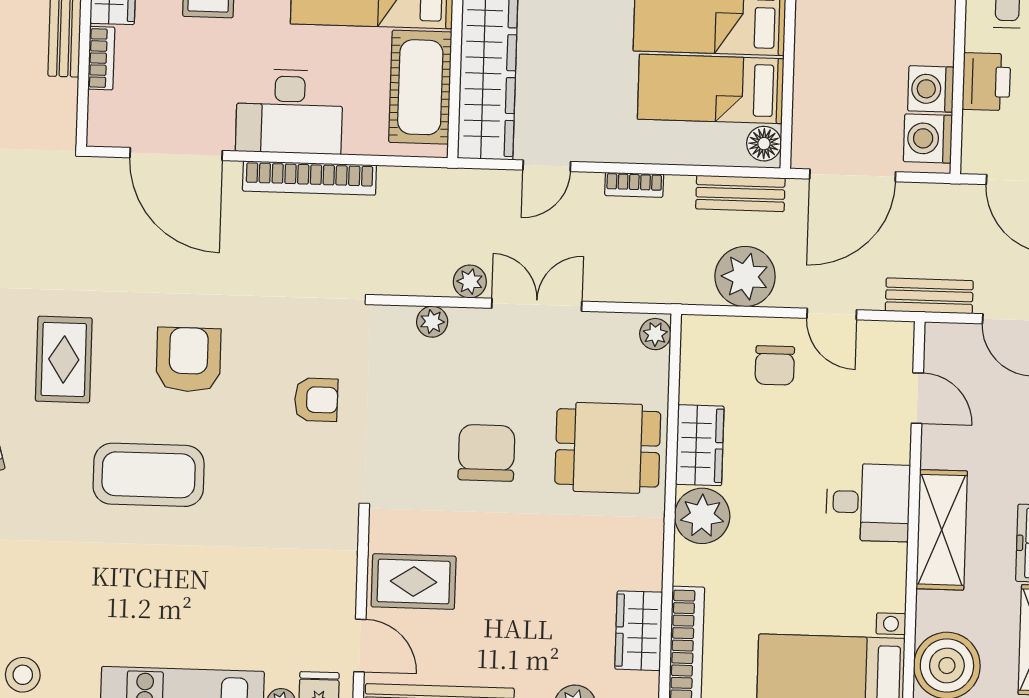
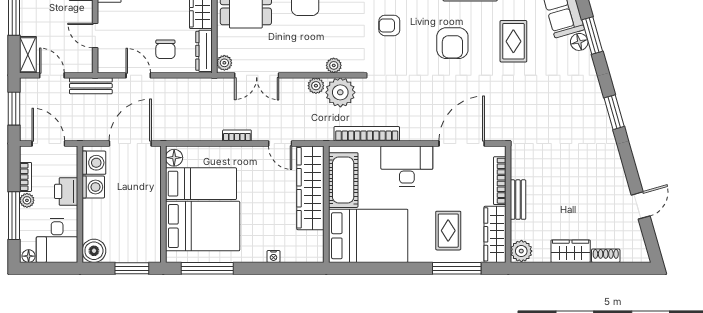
bookcase: (101, 58) -> (500, 181), width x1.56
door: (176, 154) -> (462, 144), hinge flipped
door: (547, 166) -> (280, 144), swing flipped
bookcase: (309, 178) -> (367, 134), moved
bench: (740, 193) -> (185, 133), removed
plant: (745, 277) -> (340, 92), moved
double door: (537, 305) -> (257, 75), moved
dresser: (696, 360) -> (204, 51), added
chair: (775, 365) -> (165, 49), turned 180

